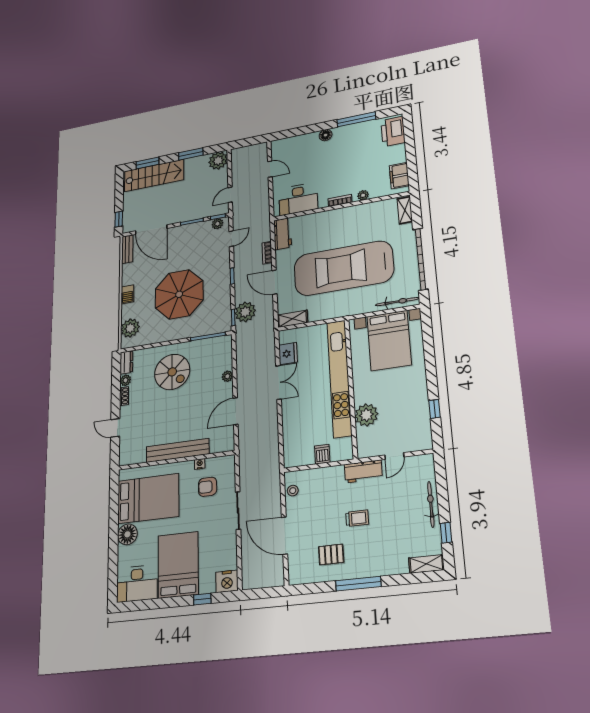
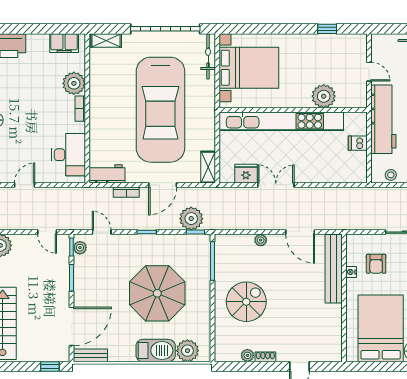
plant: (363, 195) -> (74, 83), width x1.88, depth x1.88
barbecue: (127, 294) -> (156, 351), width x1.88, depth x1.53
dresser: (126, 362) -> (227, 355), removed
bench: (178, 450) -> (334, 269), moved
workbench: (363, 471) -> (383, 119), width x1.88, depth x1.32

